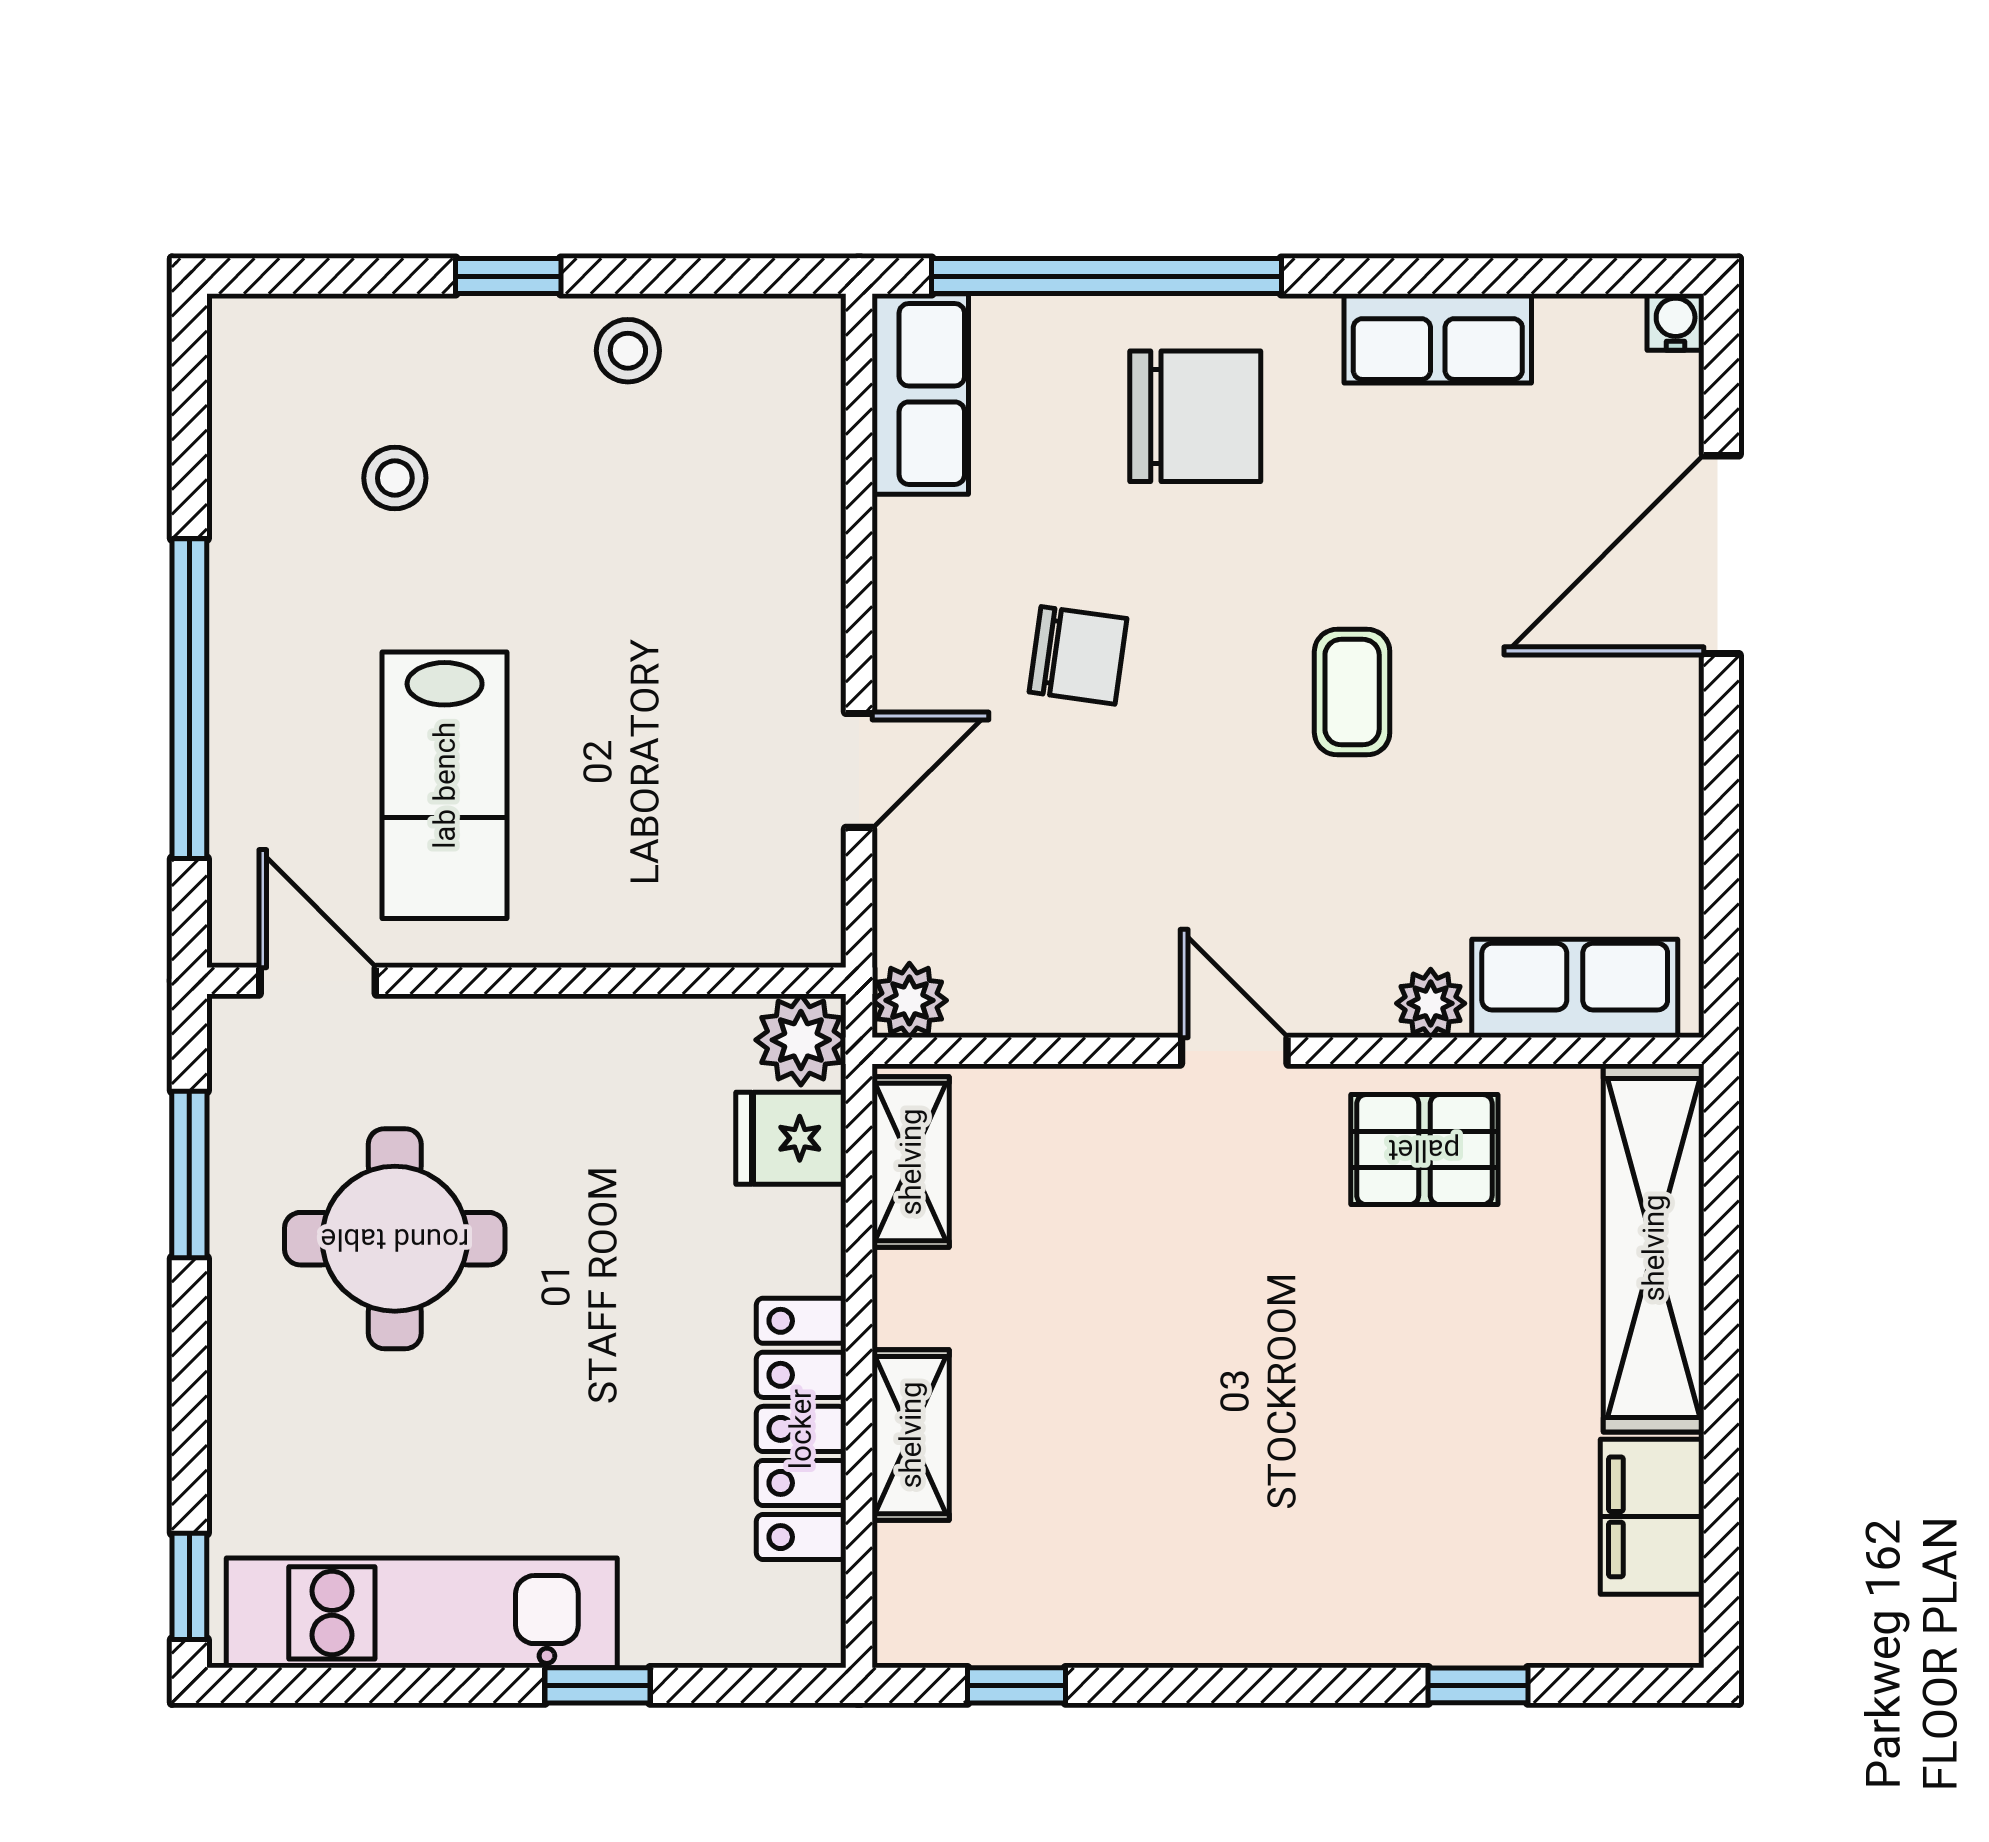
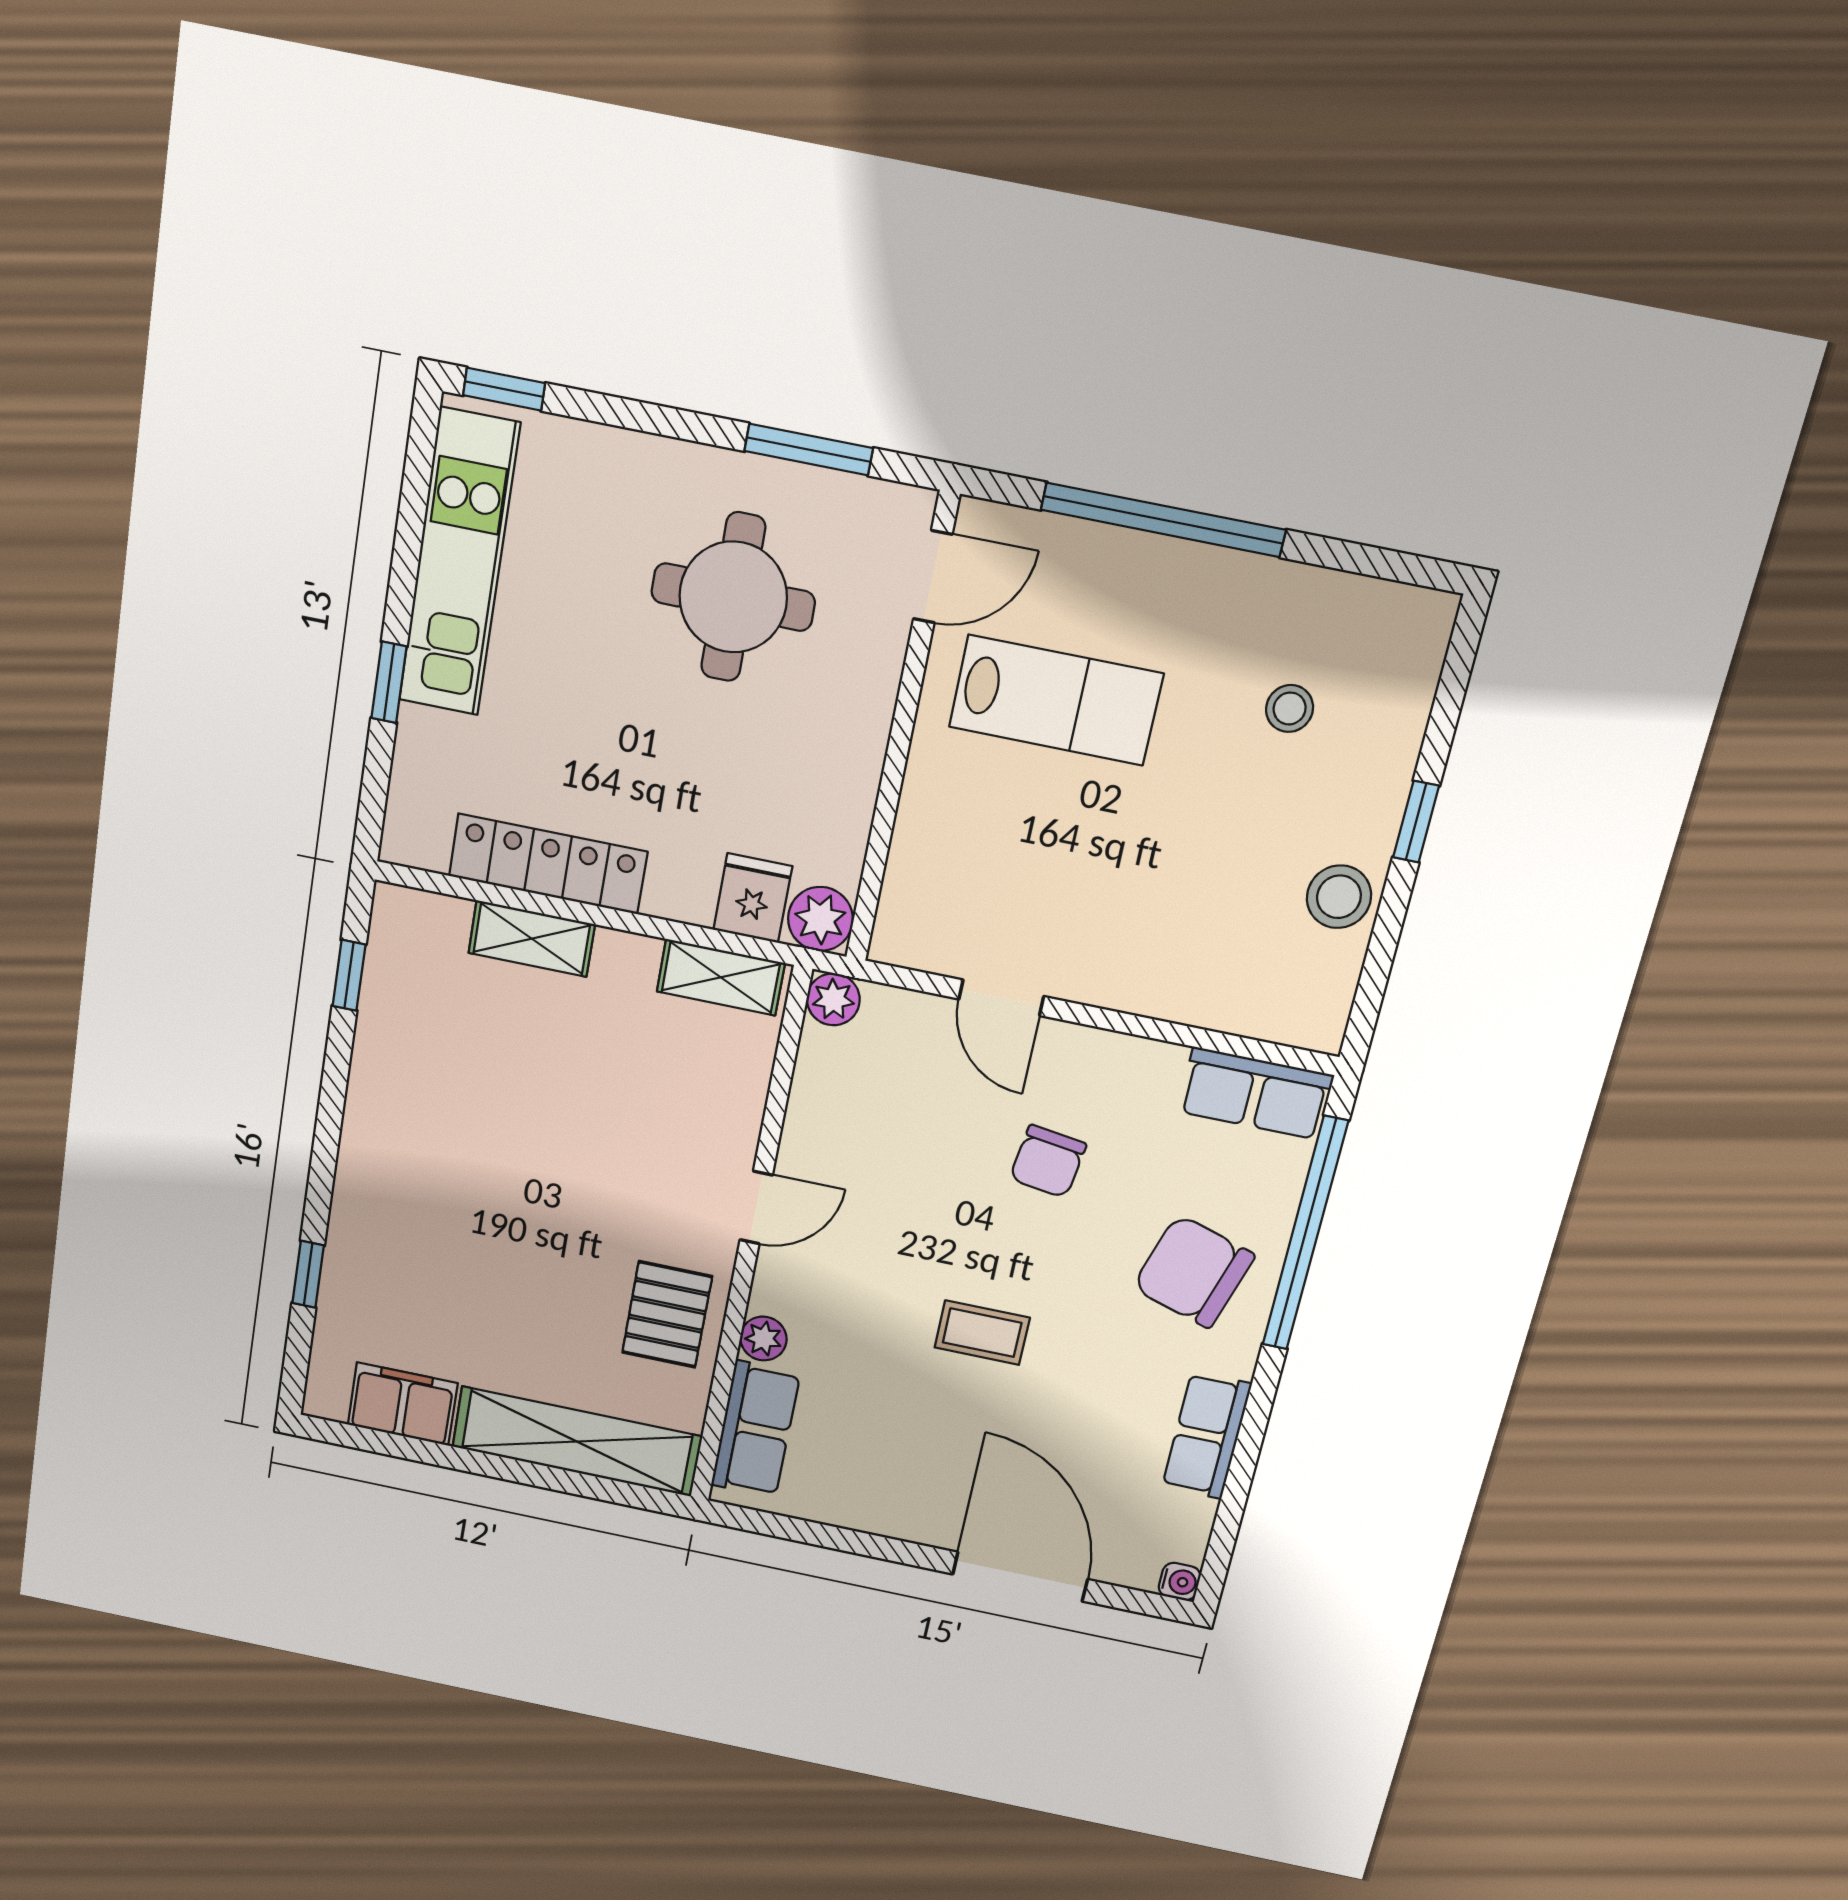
stool: (628, 351) -> (1339, 897), width x1.37, depth x1.37
chair: (1195, 416) -> (1193, 1271), turned 107
lab bench: (445, 785) -> (1056, 700), turned 180

